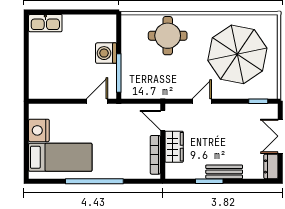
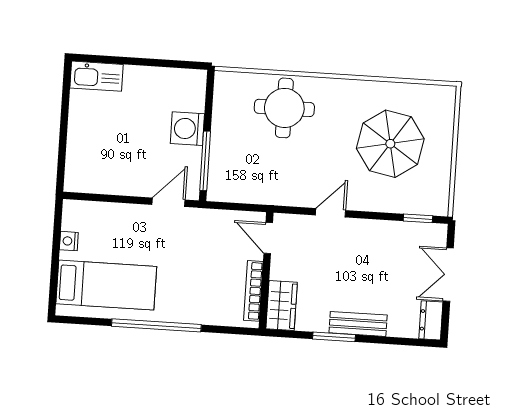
parasol: (237, 54) -> (390, 144), width x0.73, depth x0.73
nightstand: (39, 130) -> (69, 241), width x0.53, depth x0.56
wardrobe: (174, 147) -> (282, 306), moved

